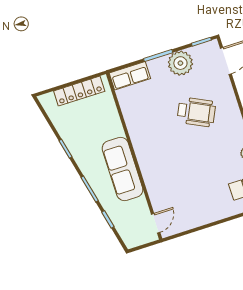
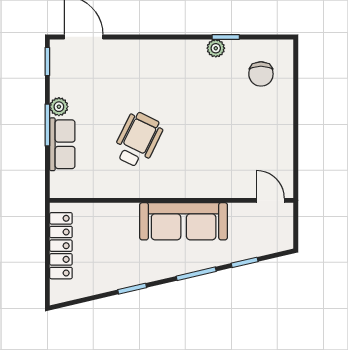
plant: (180, 63) -> (59, 107), width x0.53, depth x0.53
row of seats: (130, 76) -> (62, 144), moved
wheelchair: (196, 112) -> (138, 140), moved

